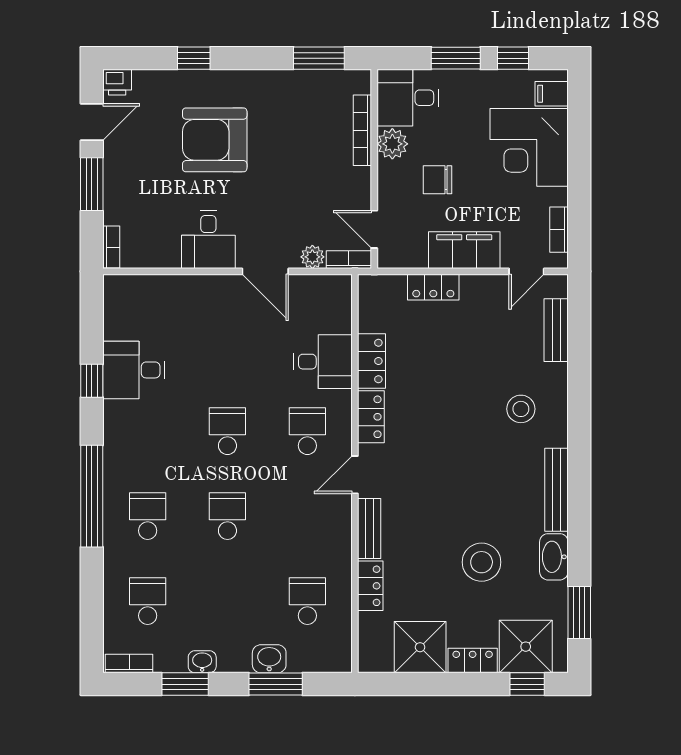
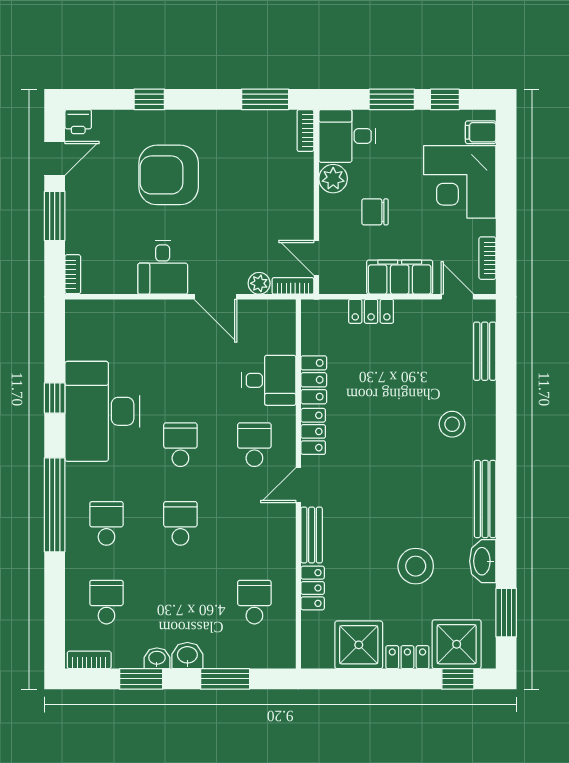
bookcase: (362, 130) -> (305, 131), moved, width x0.64
door: (526, 271) -> (457, 297), swing flipped
desk: (134, 370) -> (102, 411), width x1.87, depth x1.30
washbasin: (269, 659) -> (187, 656), moved

